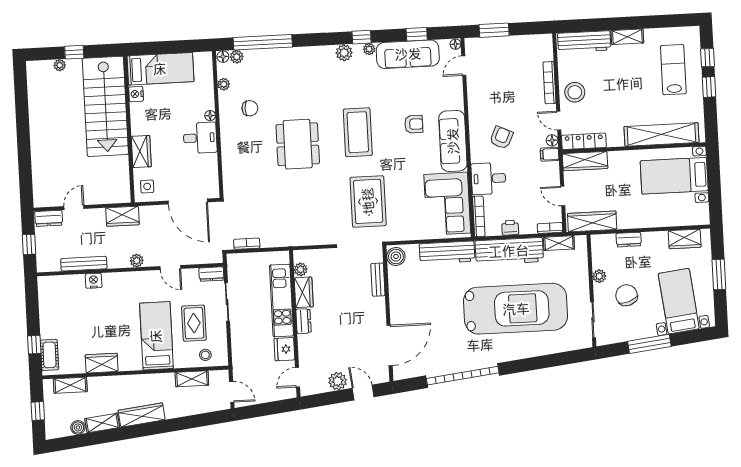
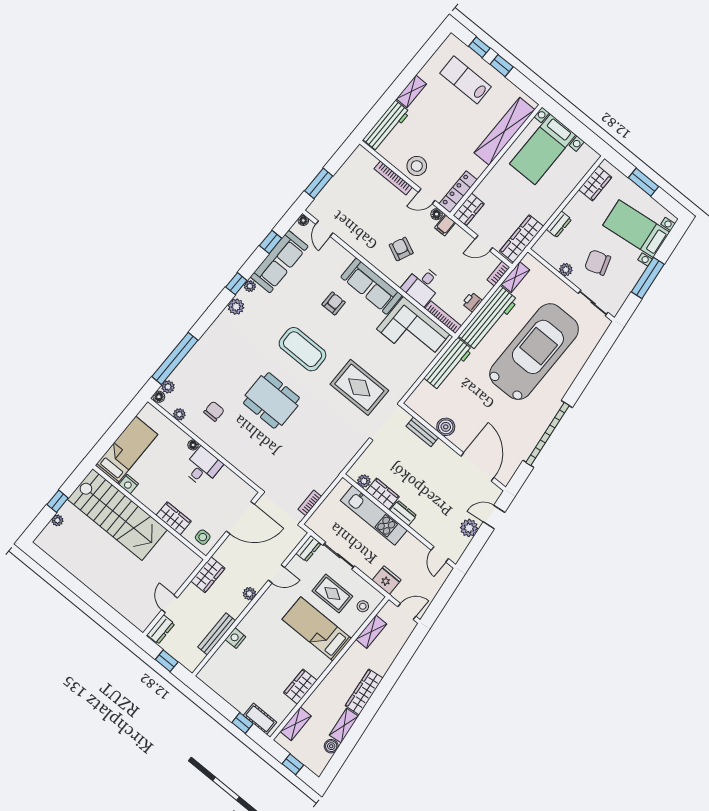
wardrobe: (585, 161) -> (469, 210), width x0.67
boiler: (396, 257) -> (446, 427), moved
fridge: (284, 349) -> (387, 580), moved, turned 180

